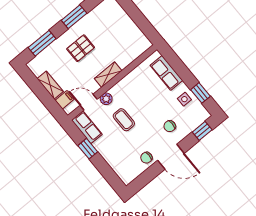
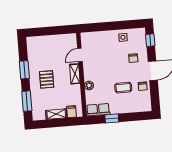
row of seats: (166, 73) -> (99, 37), removed
window: (200, 93) -> (126, 25), removed
door: (89, 102) -> (80, 55), moved
coffee table: (124, 120) -> (123, 88), moved

